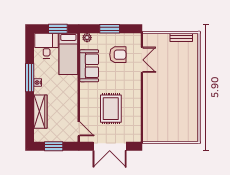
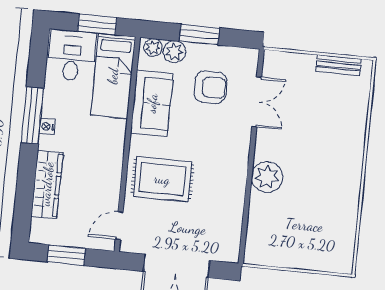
plant: (98, 39) -> (174, 52), added
plant: (151, 97) -> (267, 177), added
rug: (111, 109) -> (162, 179), moved, turned 90
door: (79, 129) -> (119, 226), swing flipped

